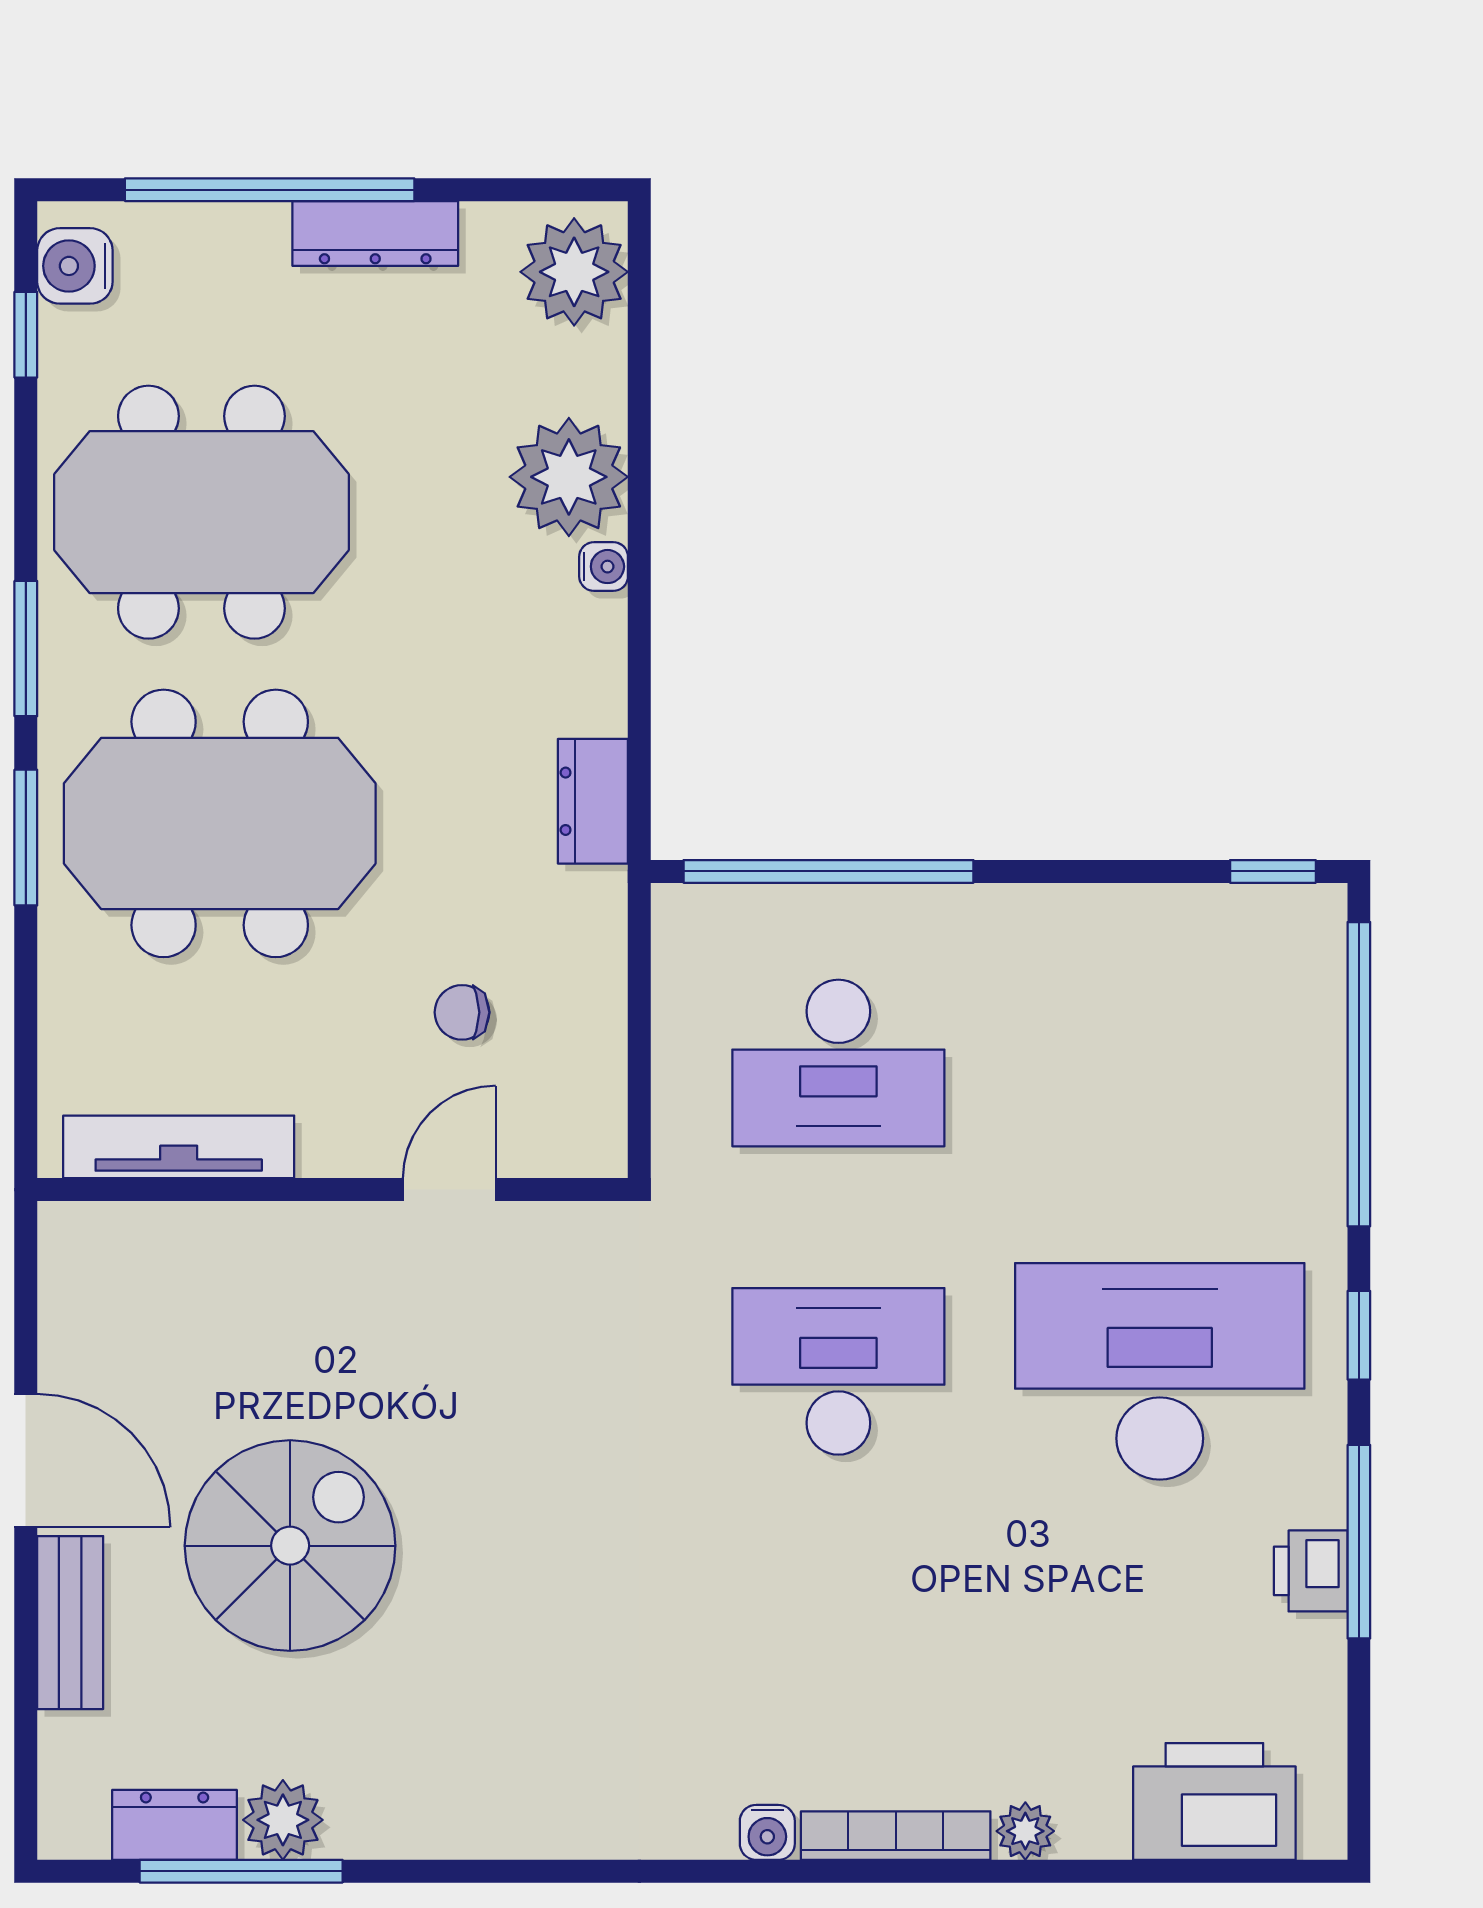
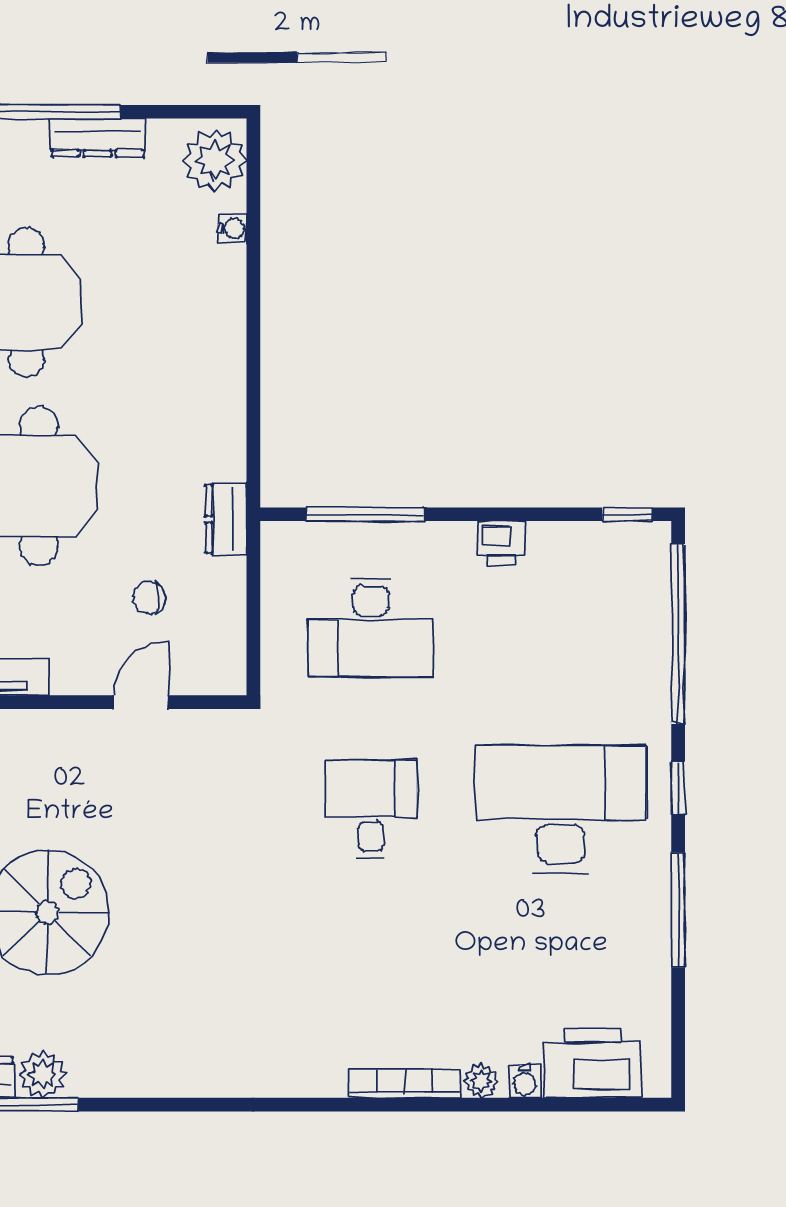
plant: (569, 477) -> (212, 281), removed
water cooler: (604, 567) -> (232, 228), moved
dresser: (593, 801) -> (226, 519), moved
window: (828, 871) -> (365, 514), width x0.68
desk: (838, 1371) -> (371, 809), width x0.73
printer: (1311, 1571) -> (501, 543), moved, turned -90
water cooler: (767, 1832) -> (525, 1082), moved

